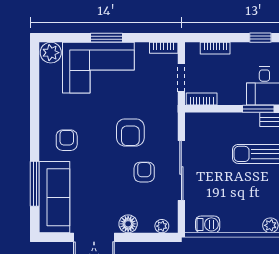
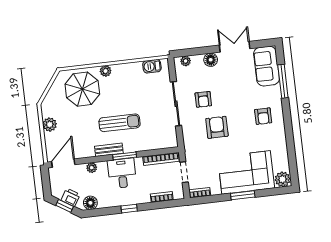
bookcase: (202, 99) -> (161, 159), width x1.56
sofa: (54, 197) -> (266, 66), width x0.73

